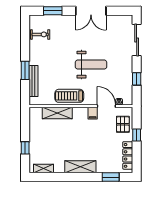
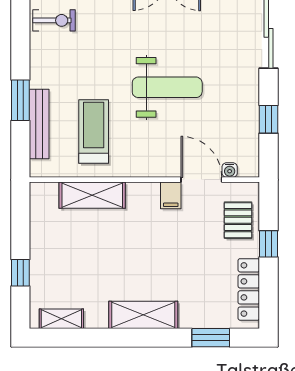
treadmill: (69, 96) -> (94, 131), moved, turned 90

